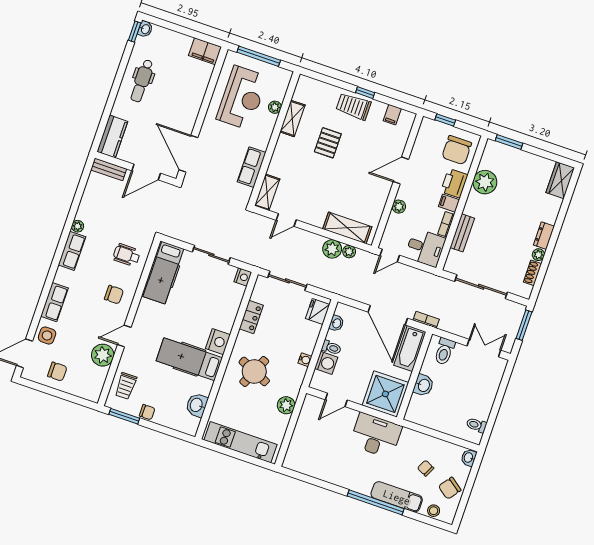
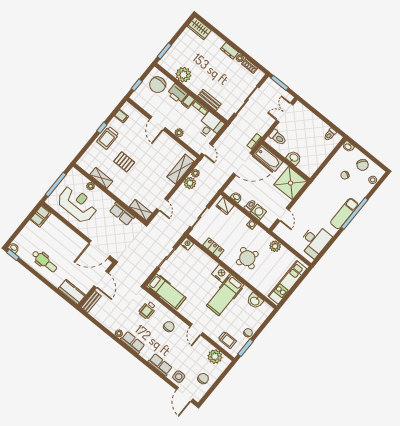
chair: (457, 150) -> (158, 85), turned 90
plant: (103, 355) -> (215, 357), moved
desk: (376, 436) -> (315, 241), moved, turned 180
exam couch: (397, 497) -> (344, 214), moved

